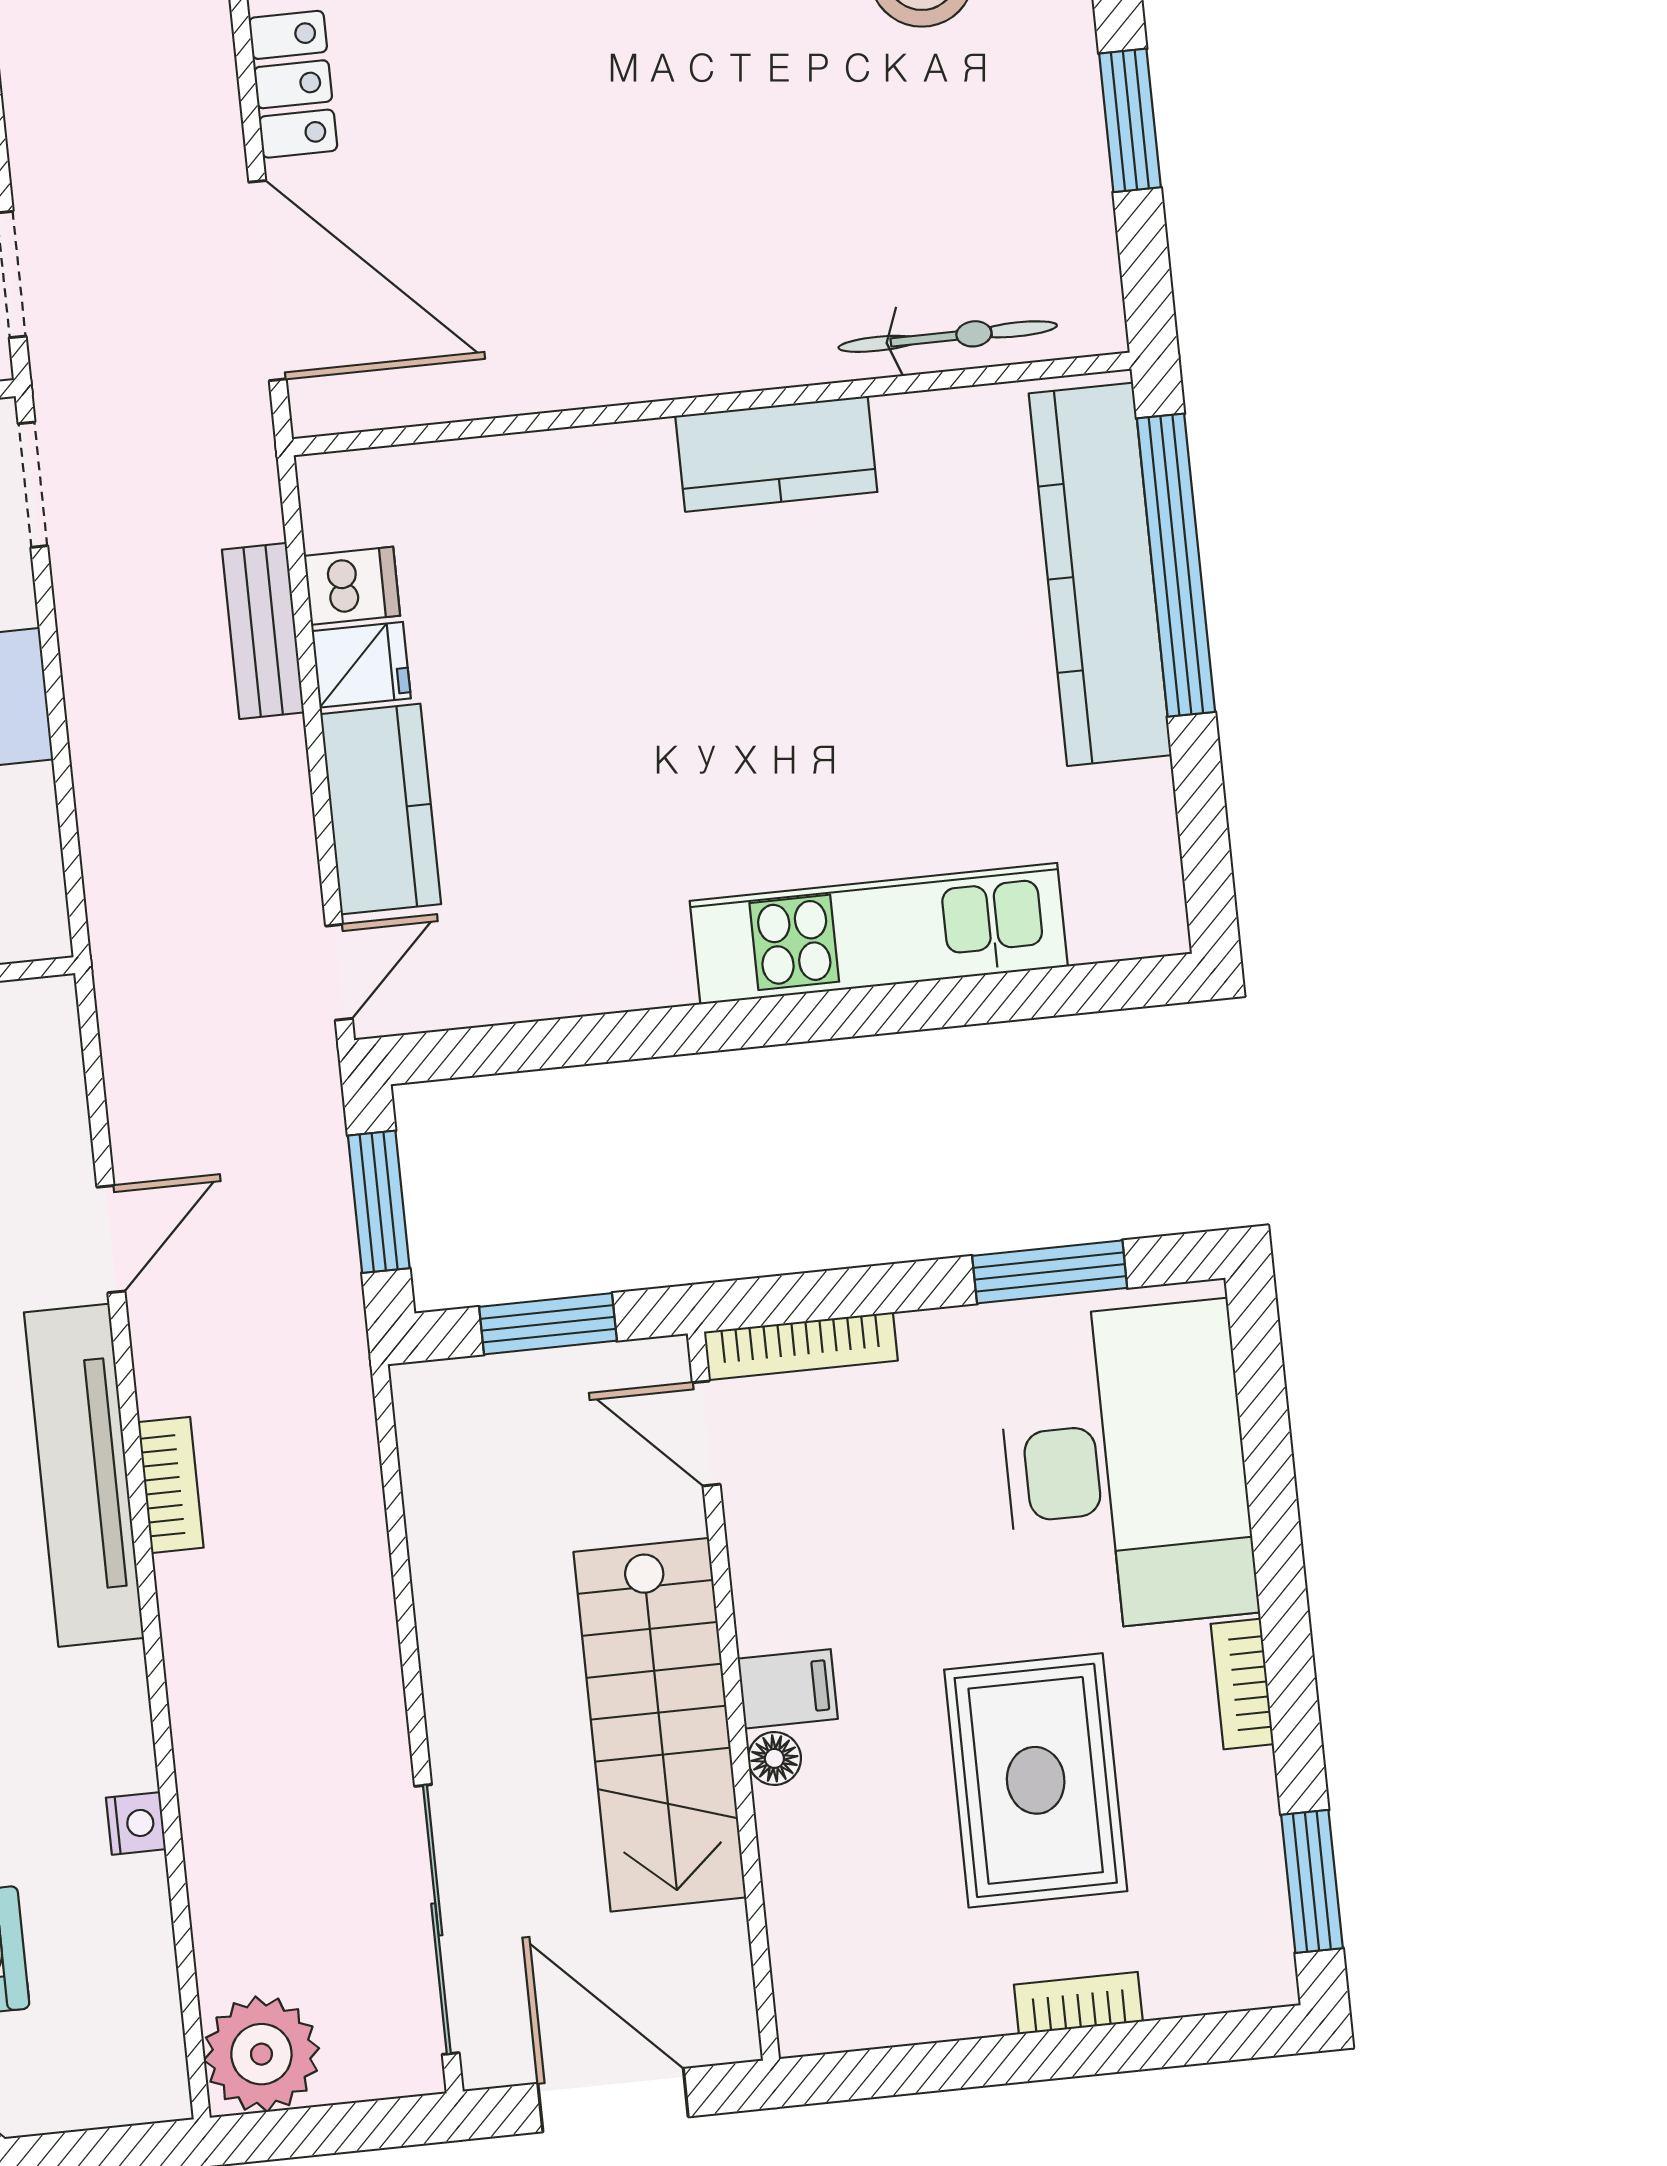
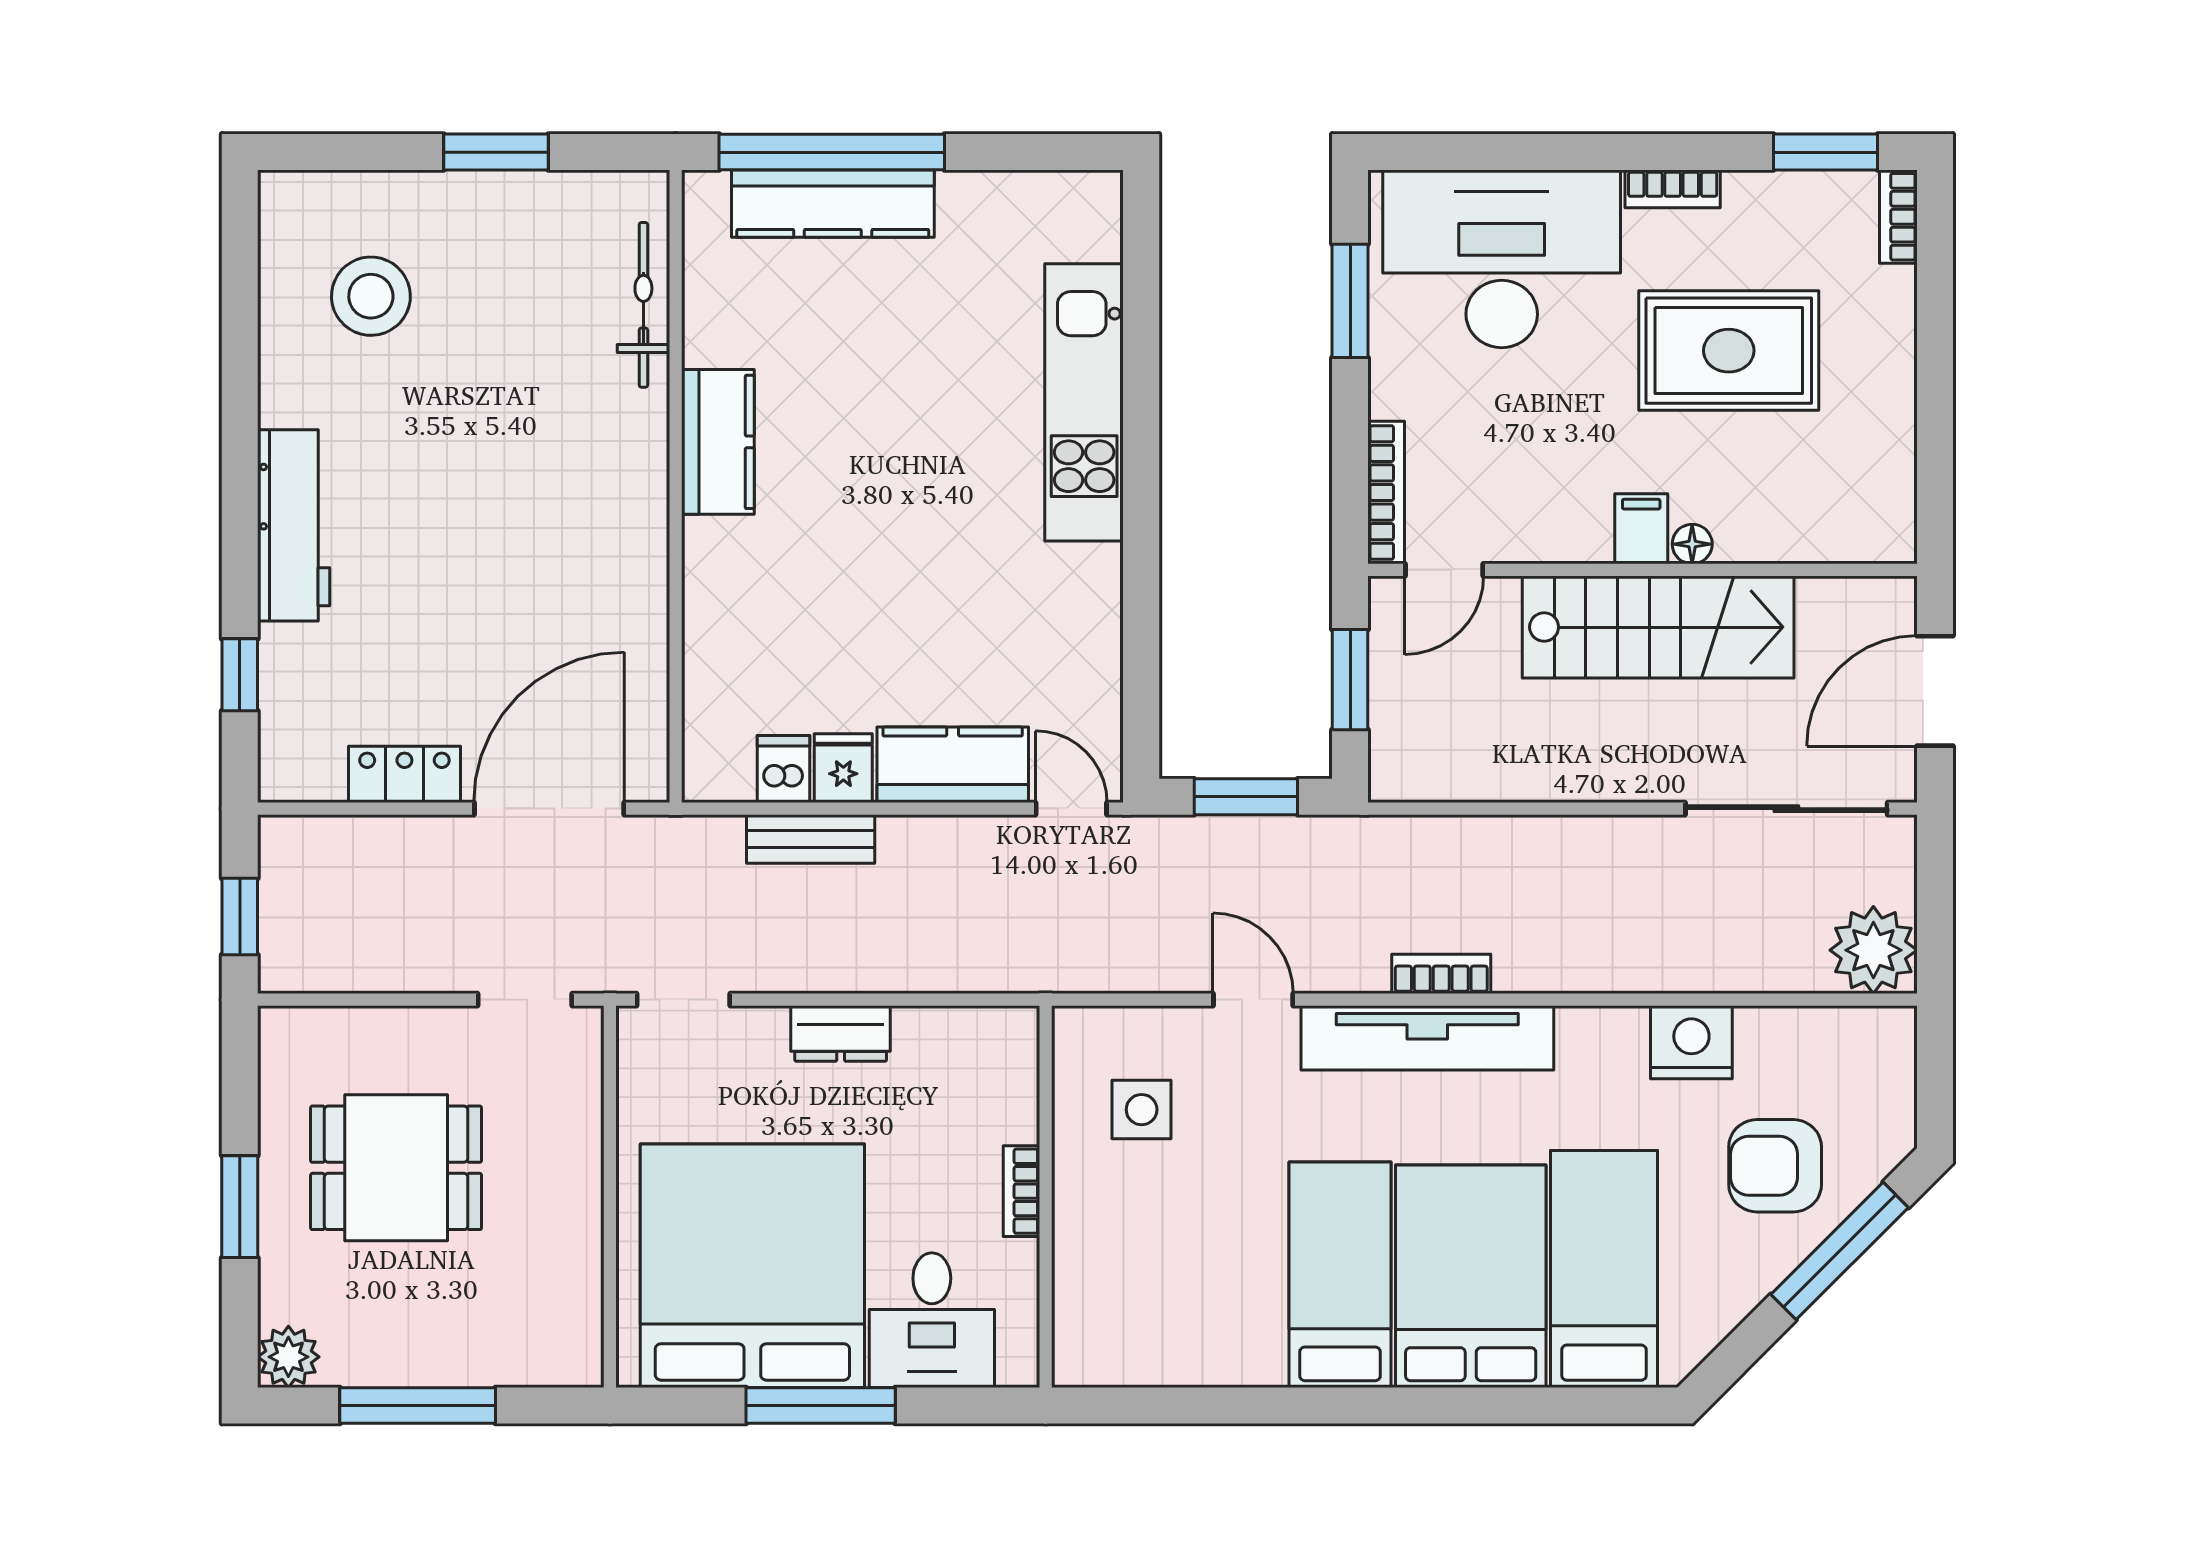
kitchen counter: (1100, 574) -> (833, 204), width x0.72, depth x0.86
nightstand: (136, 1823) -> (1691, 1042), width x1.89, depth x1.79
bookcase: (1078, 2003) -> (1898, 217), moved

